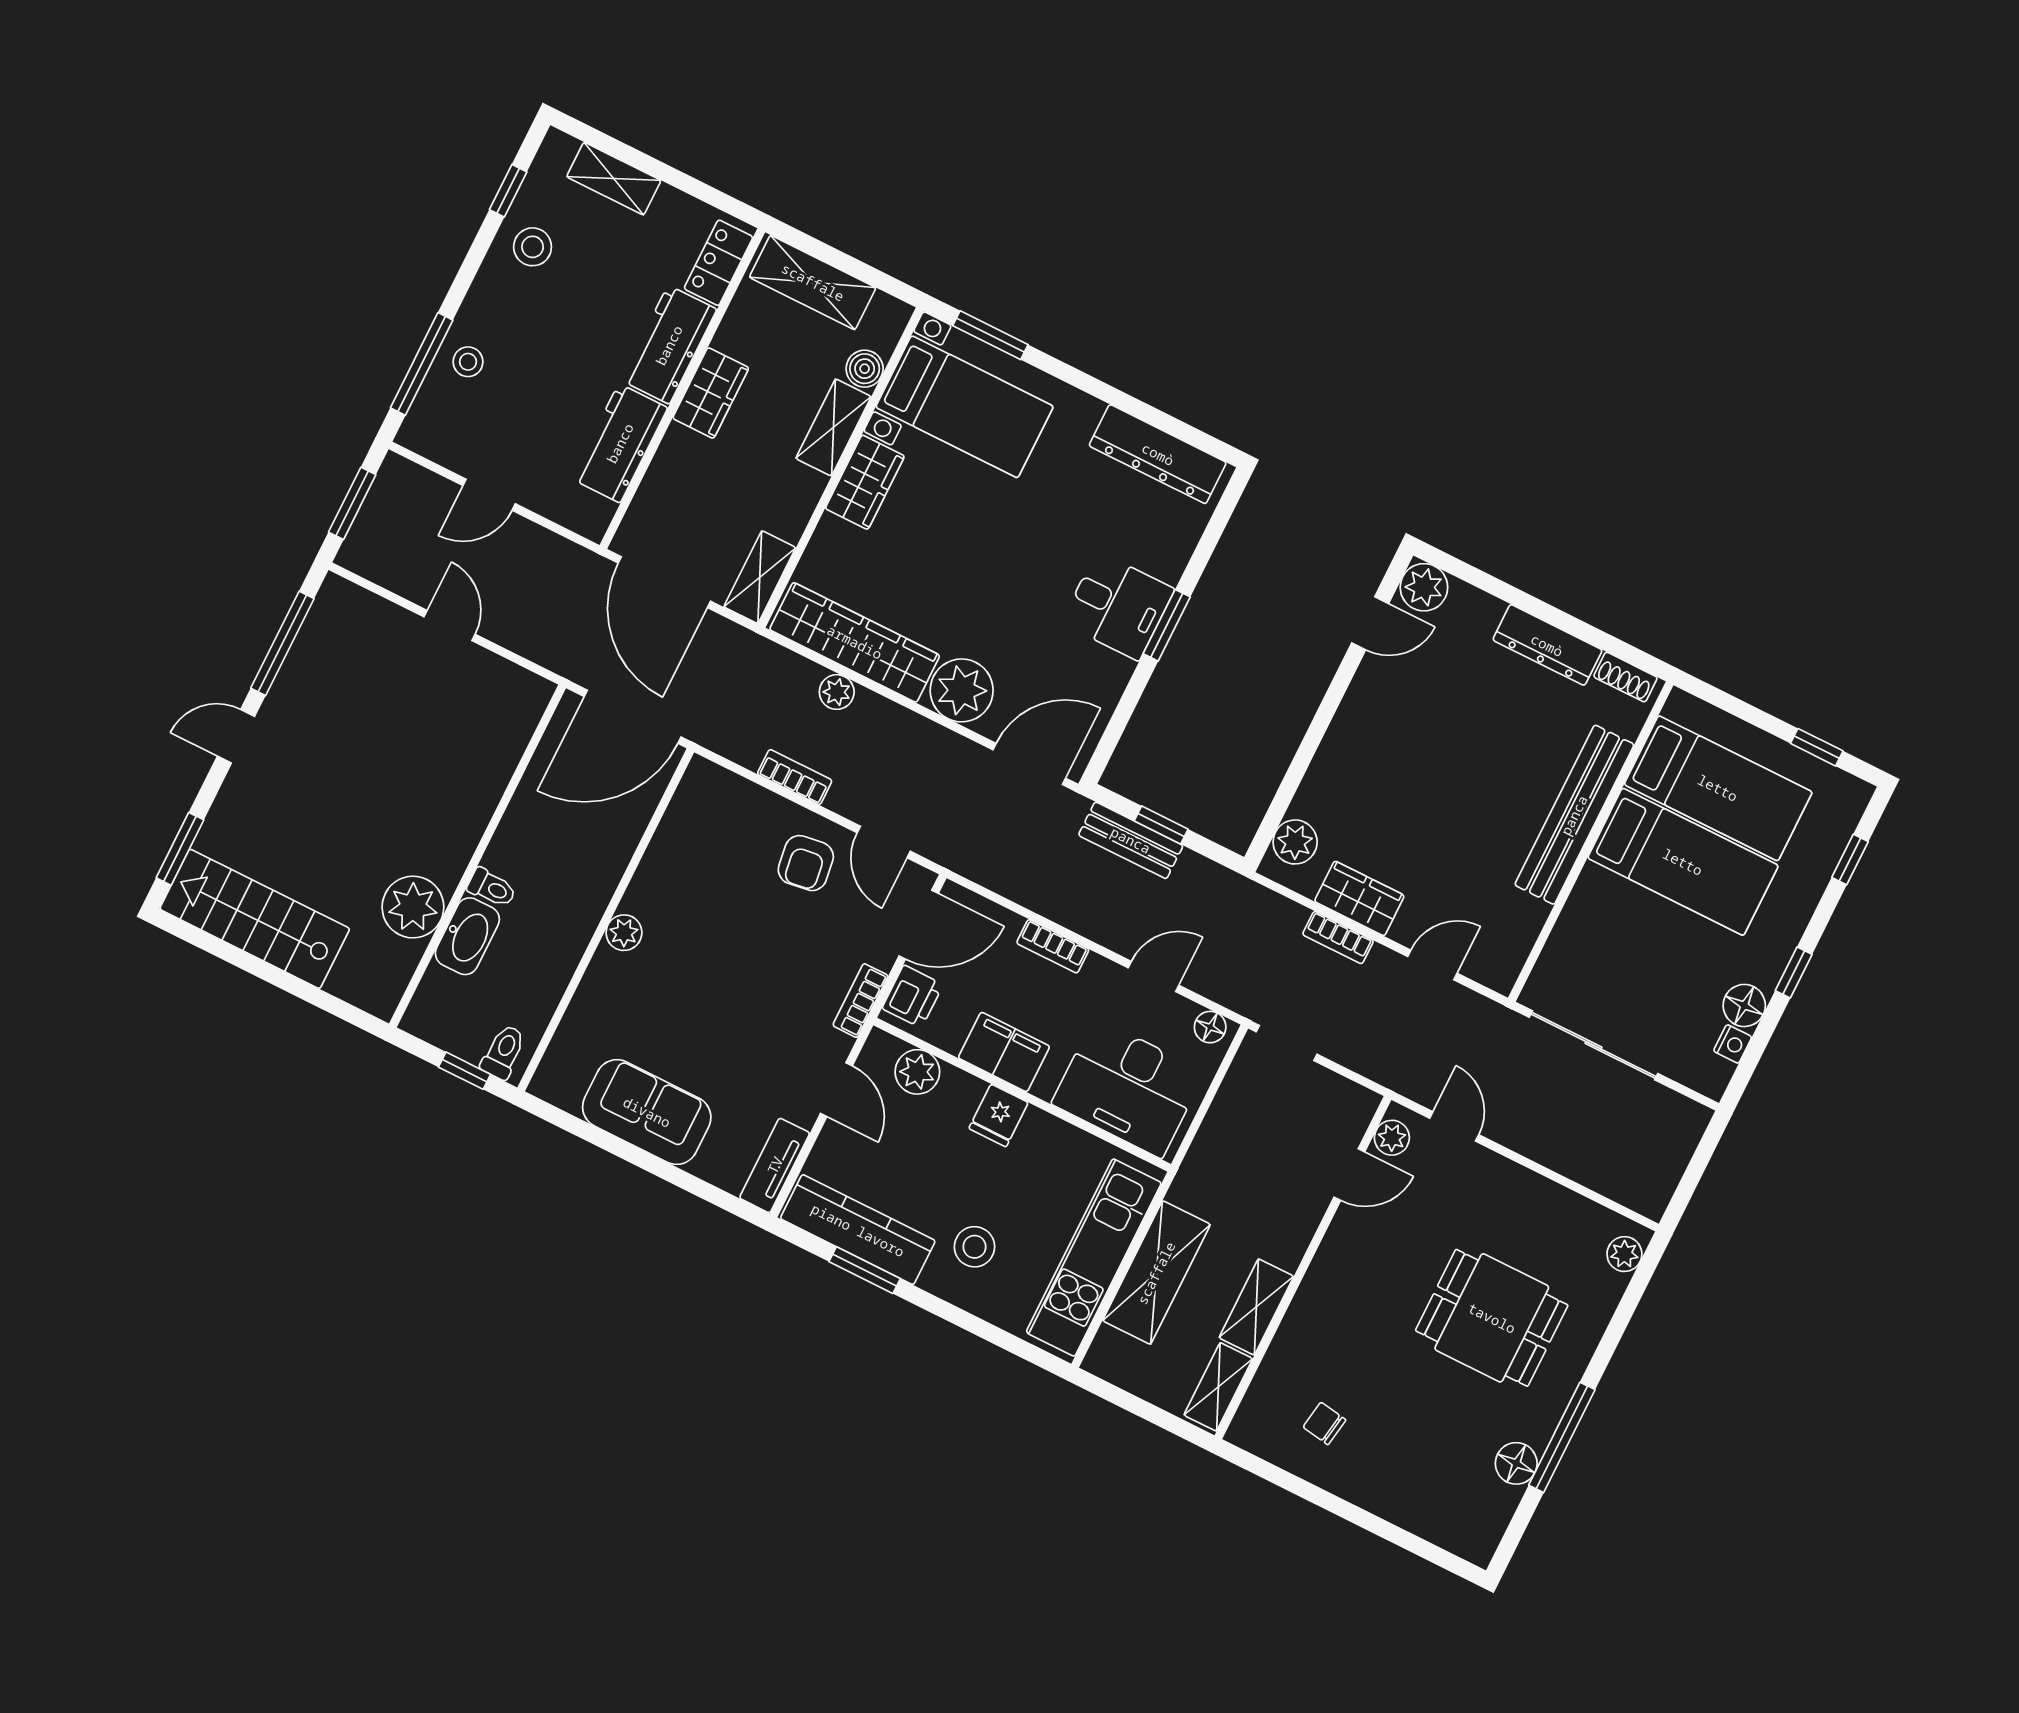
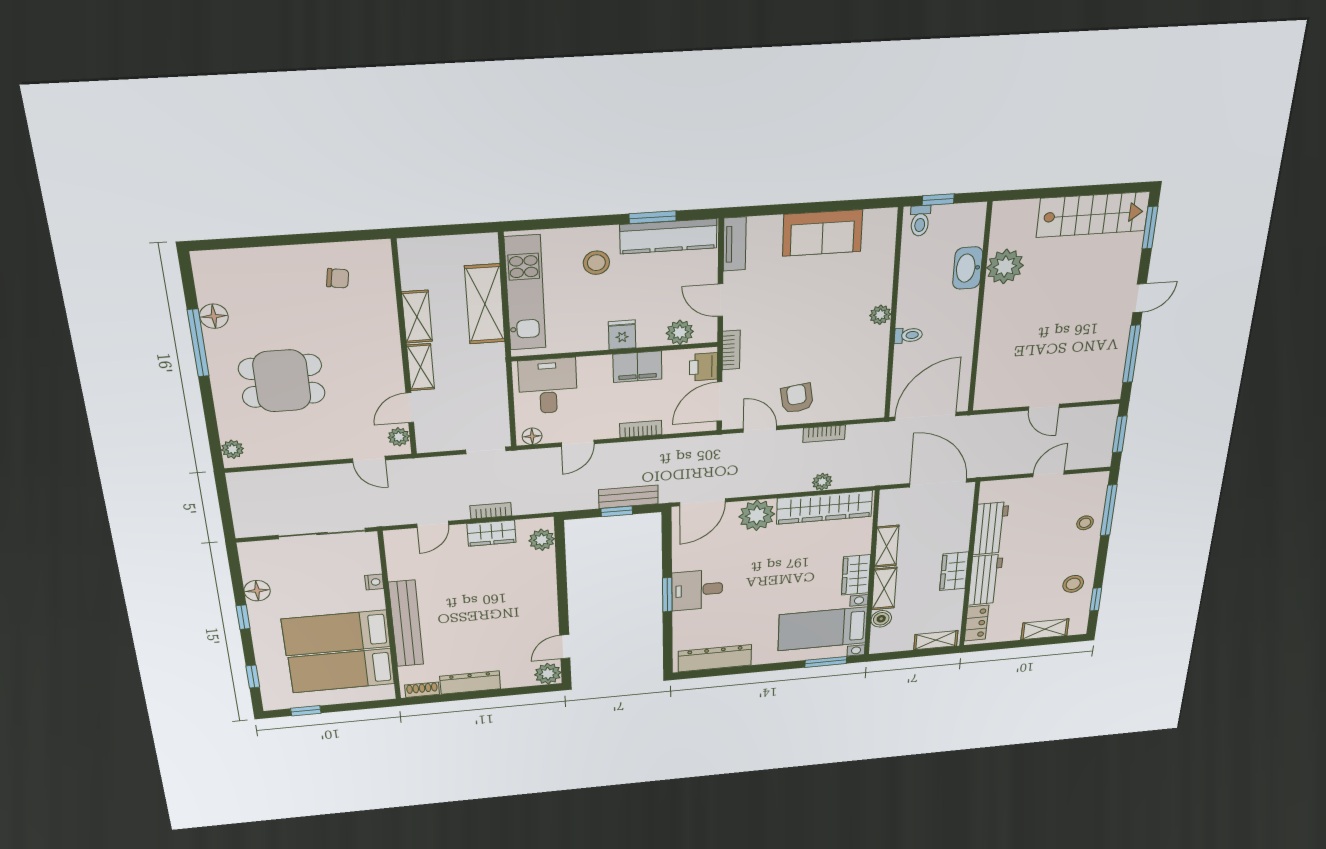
shelving: (813, 282) -> (936, 640), width x0.67, depth x0.75
shelving: (760, 577) -> (887, 546), moved
toilet: (492, 888) -> (908, 335), moved, turned 180
nightstand: (1733, 1044) -> (374, 582), moved, turned 180
desk: (1128, 1088) -> (548, 386), width x0.73
shelving: (1218, 1387) -> (421, 367), moved

